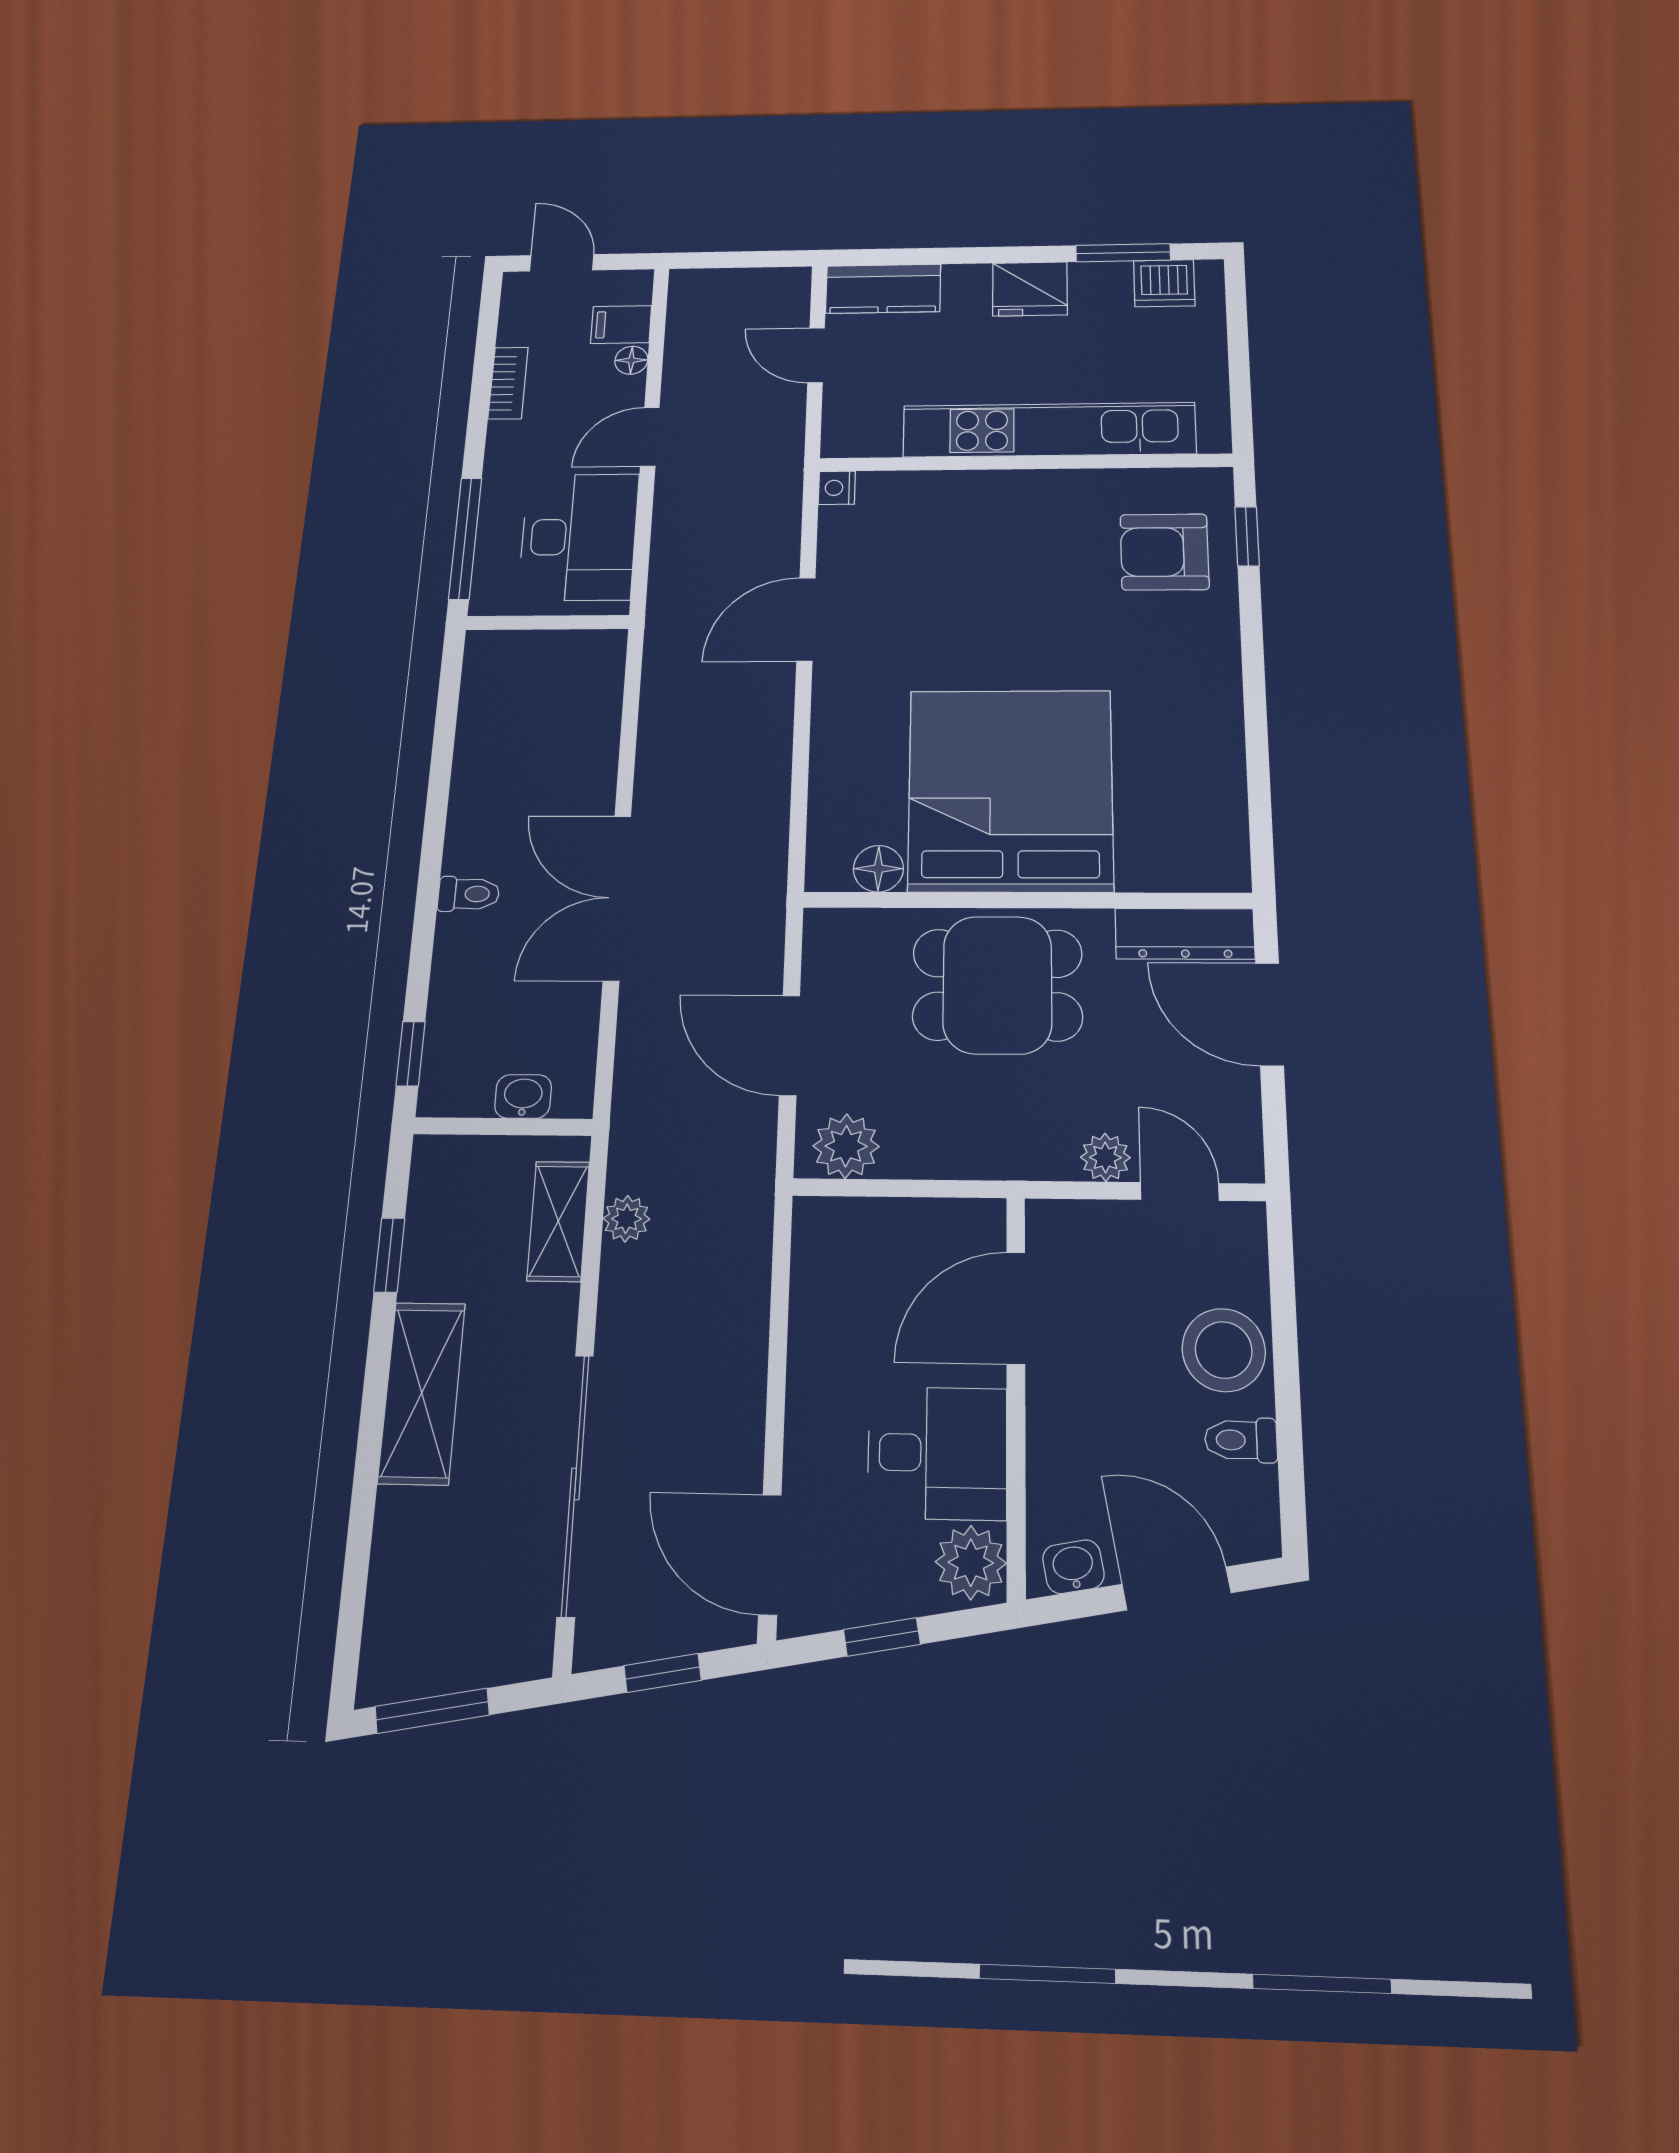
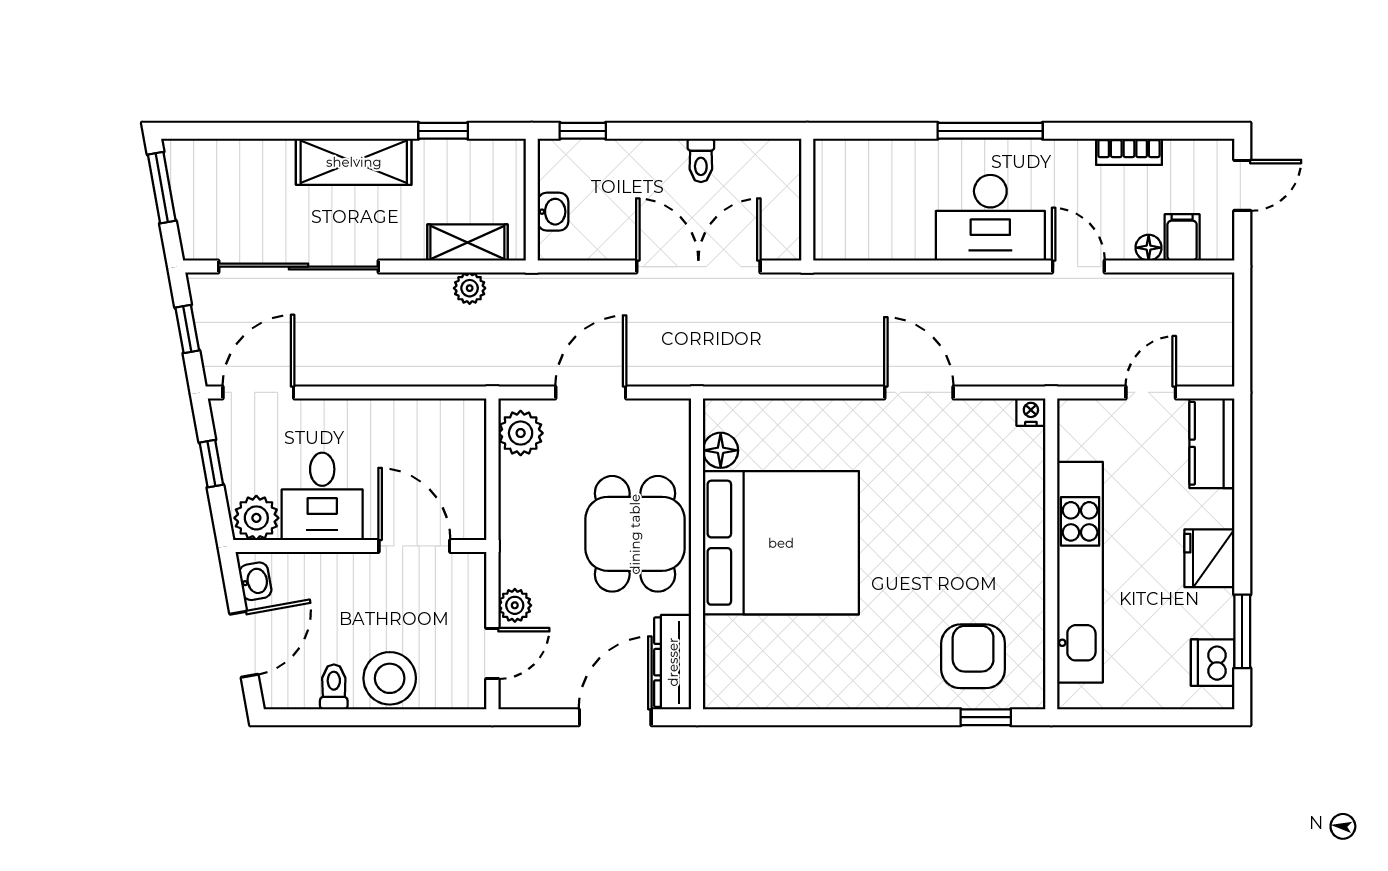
wall: (547, 622) -> (807, 200), moved

